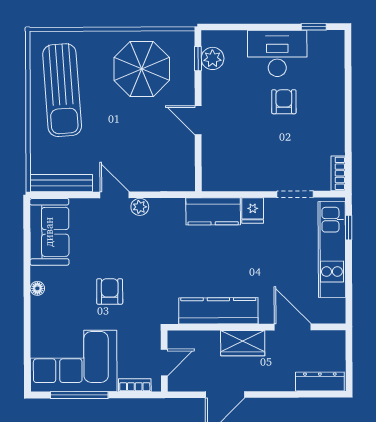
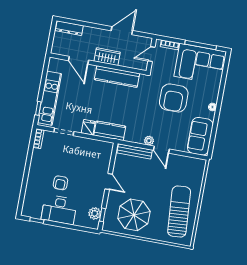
bench: (61, 183) -> (135, 151), moved
armchair: (110, 291) -> (174, 98), width x1.88, depth x1.88

